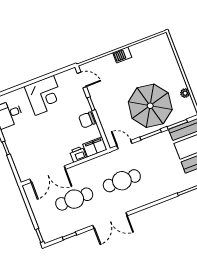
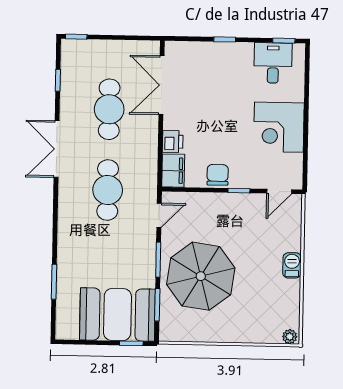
plant: (185, 93) -> (290, 337), moved

